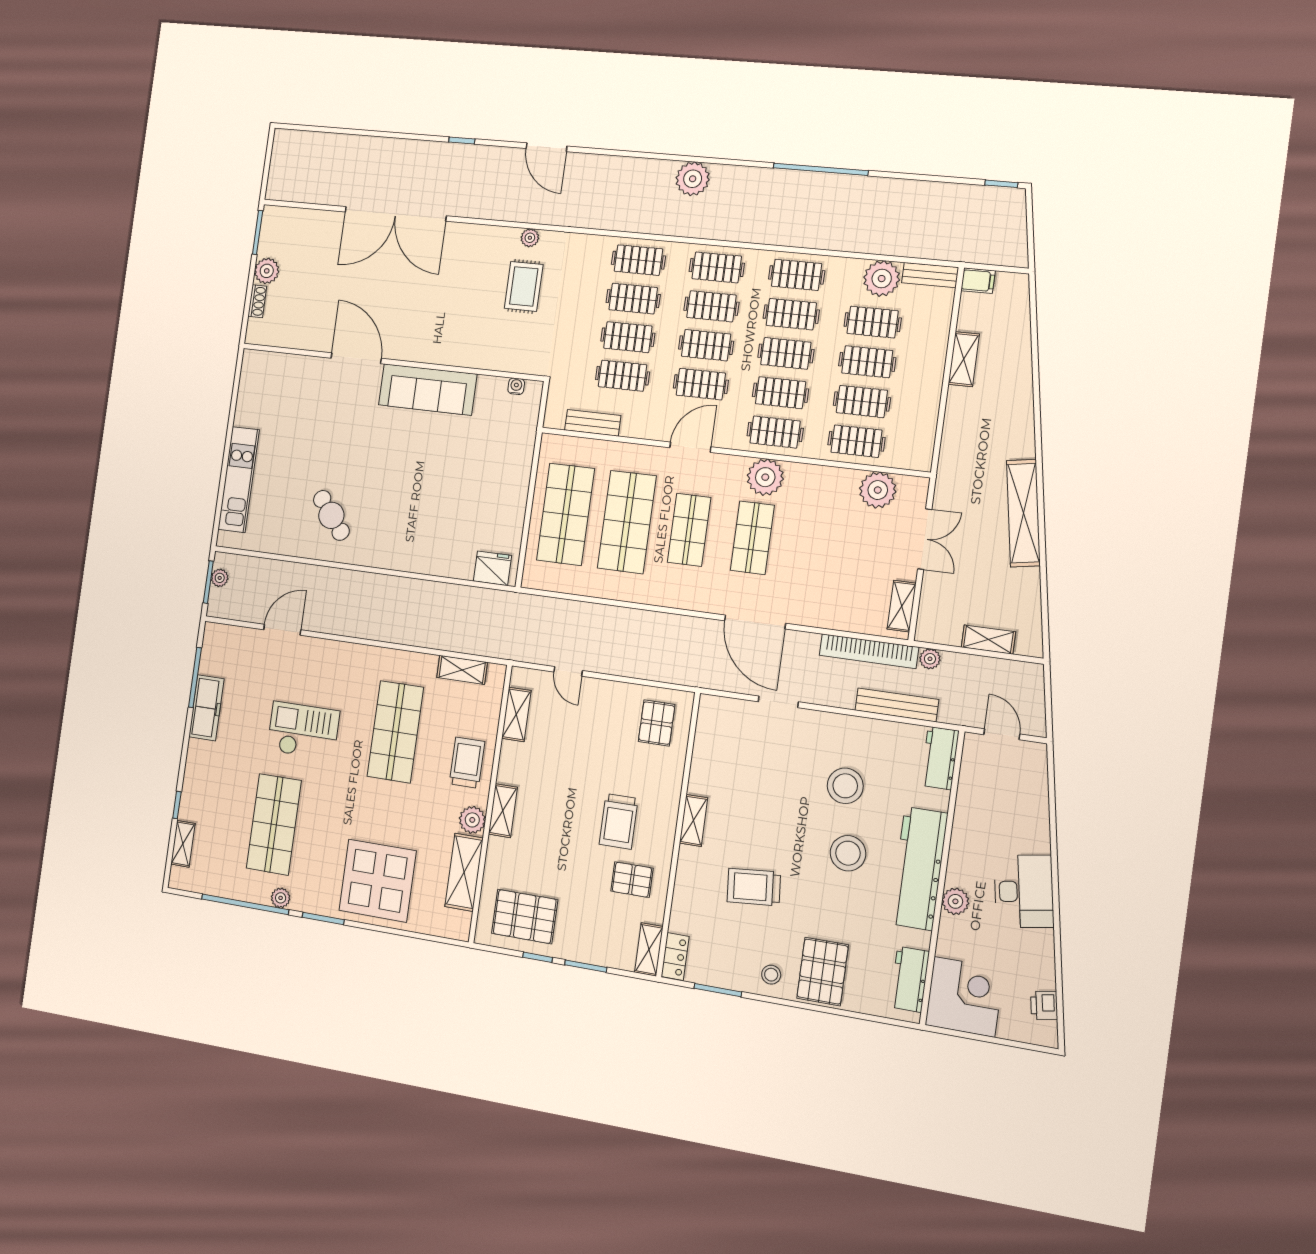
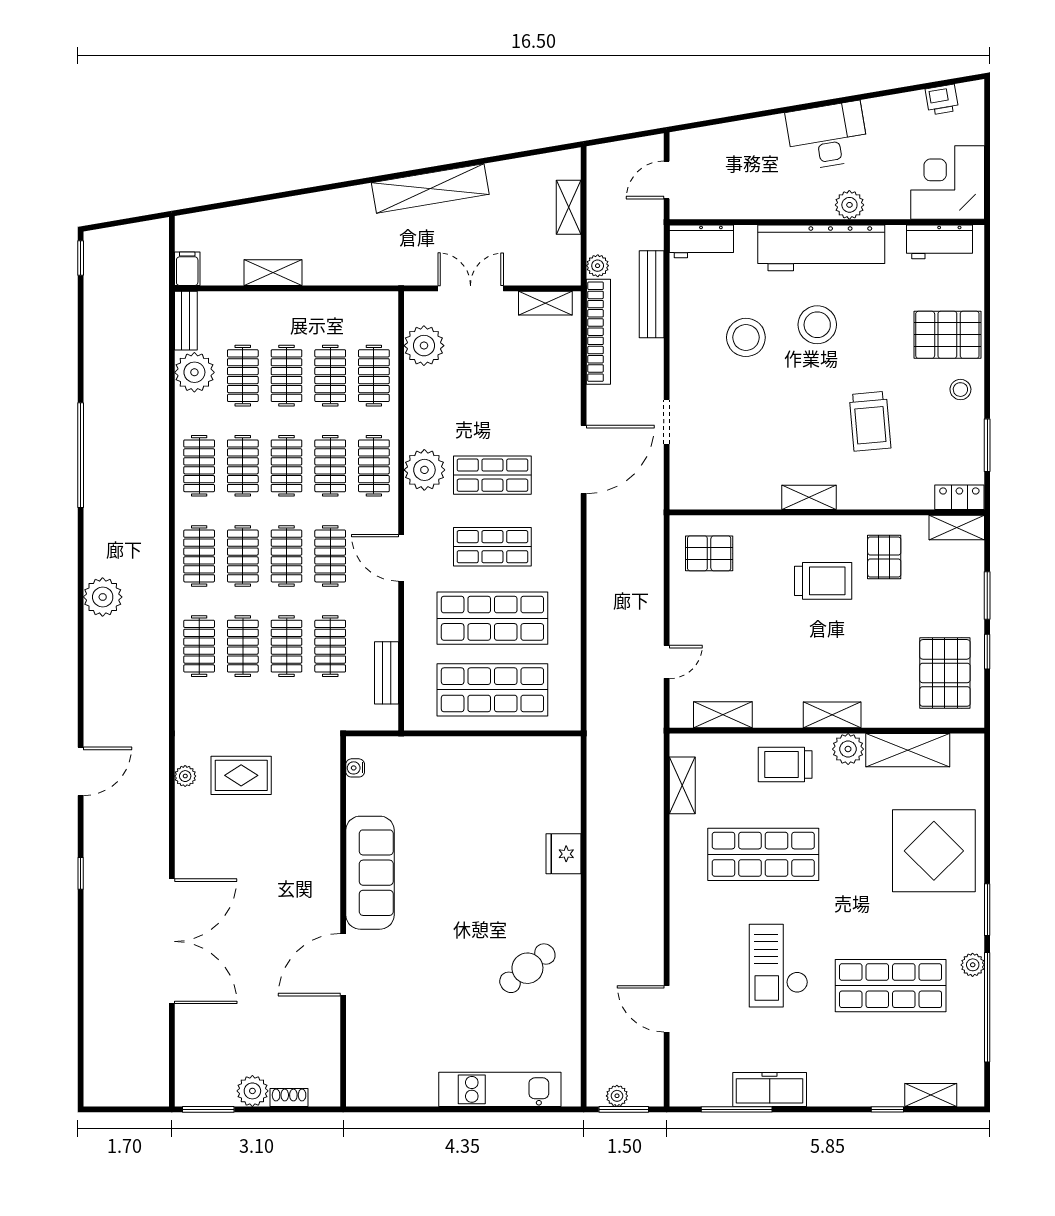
fridge: (492, 568) -> (563, 854), moved

